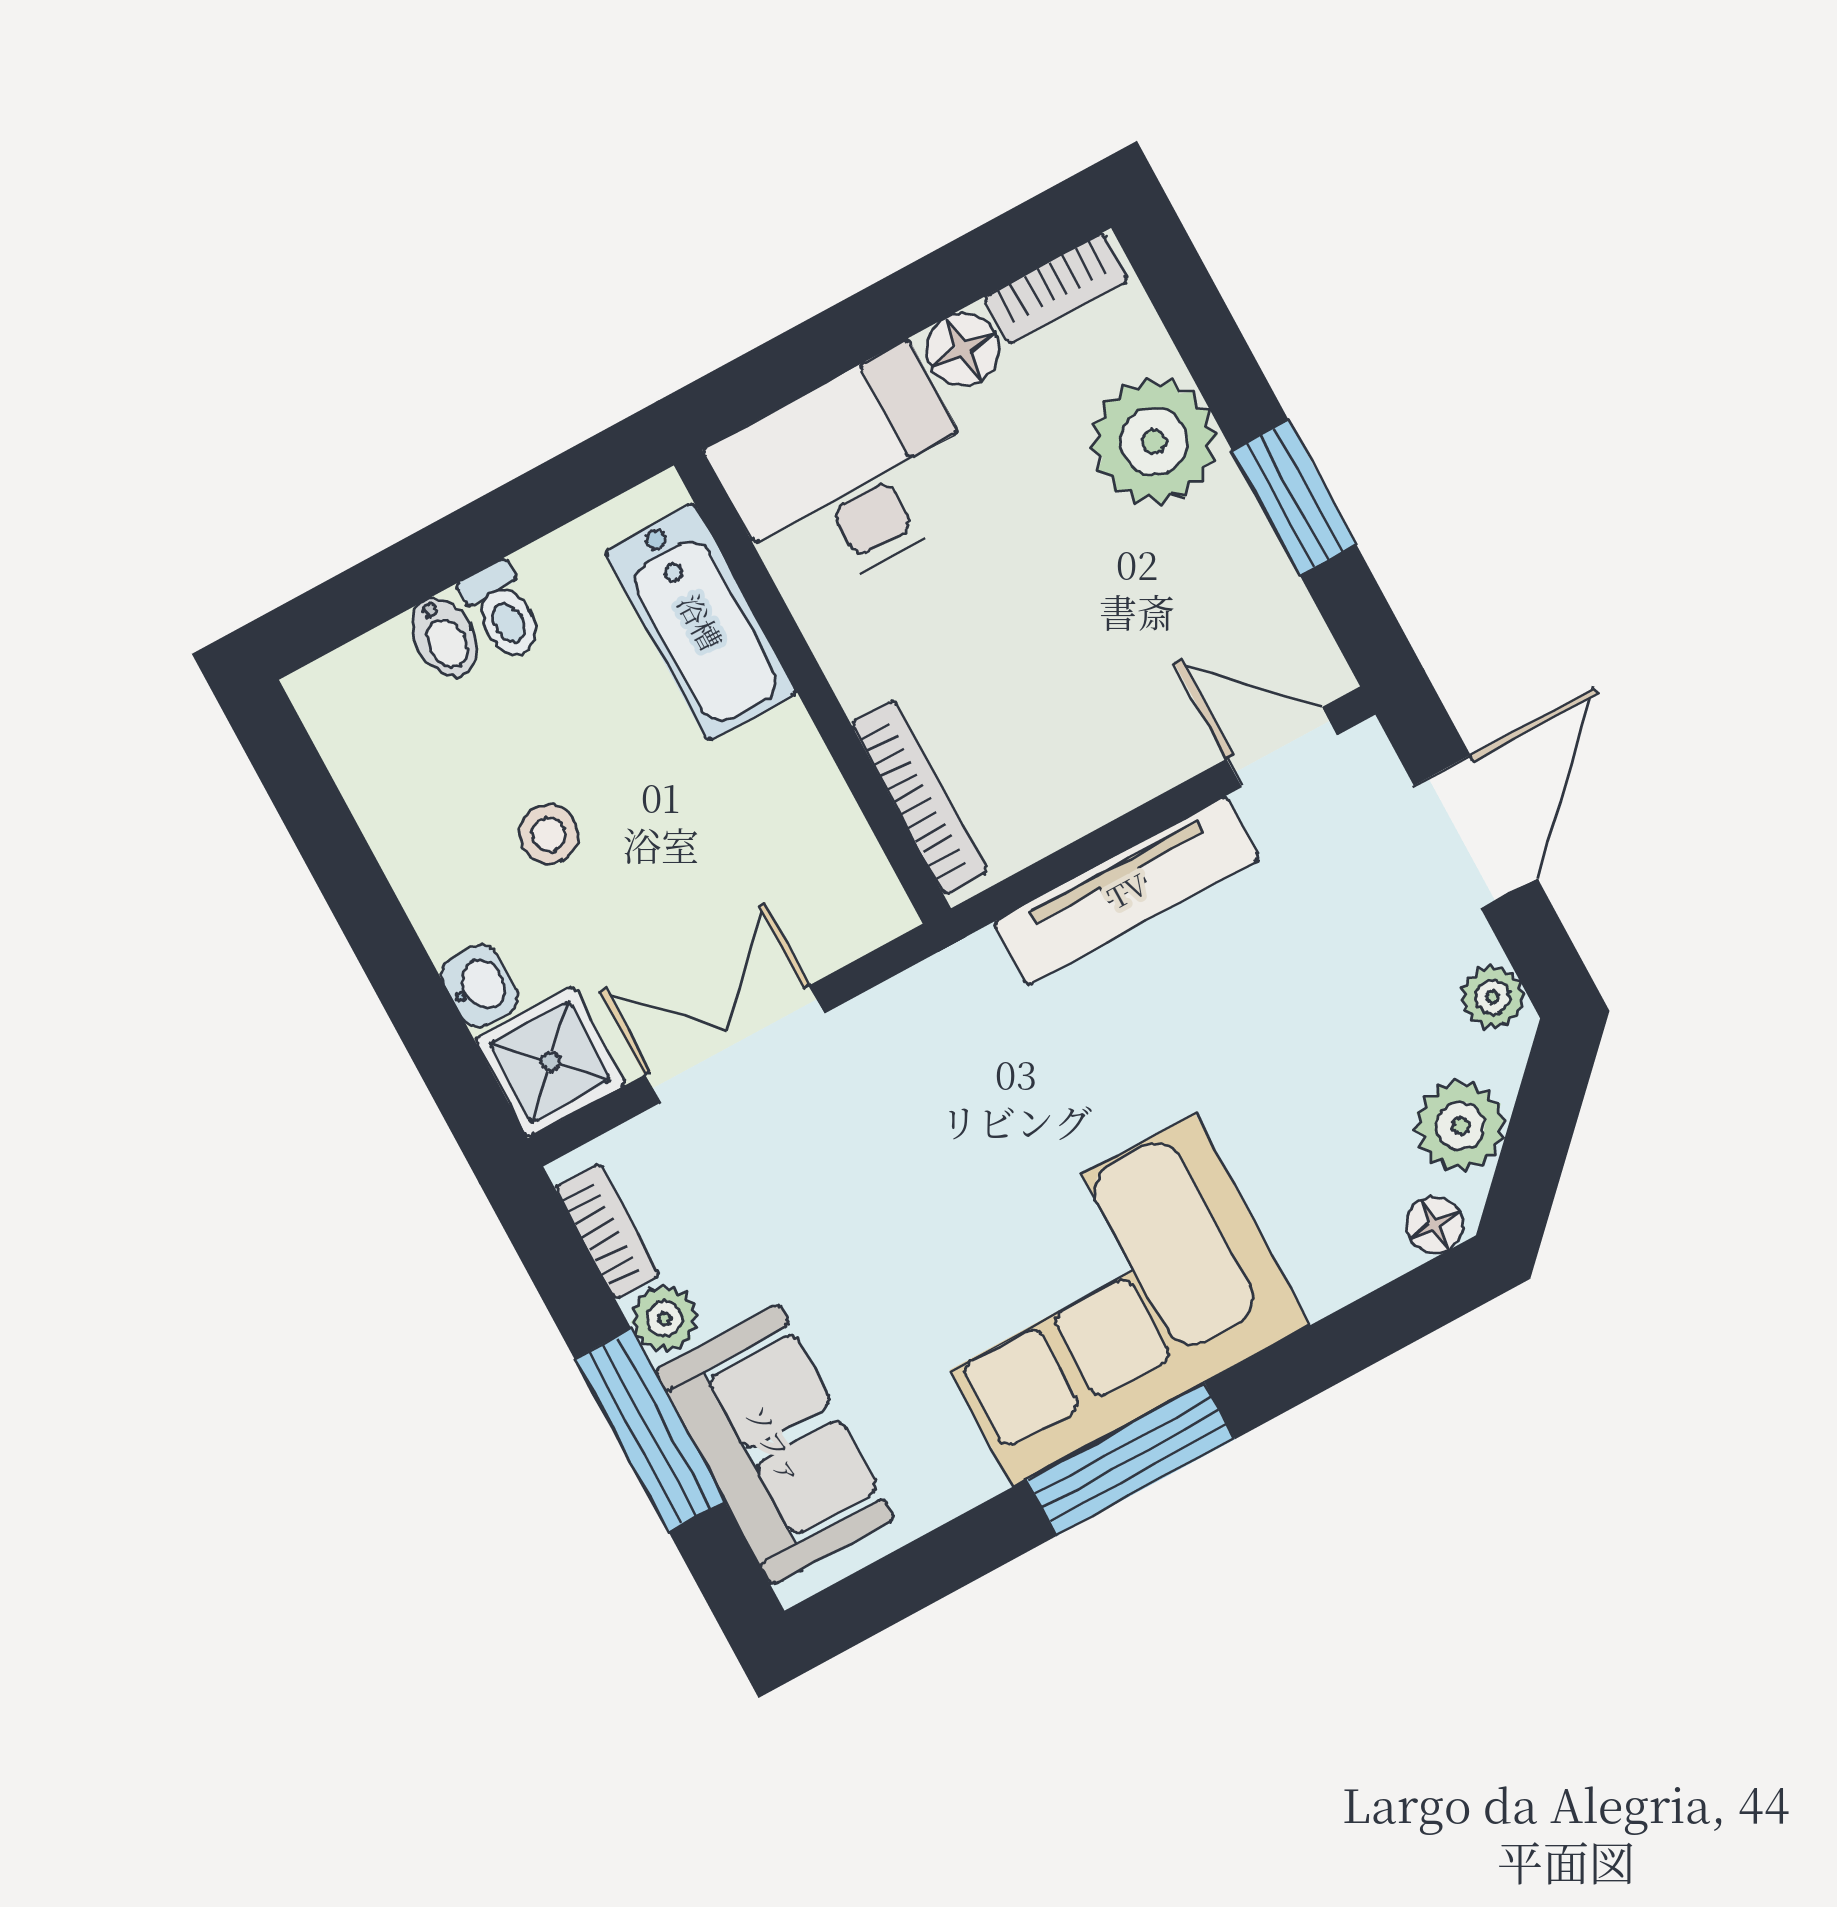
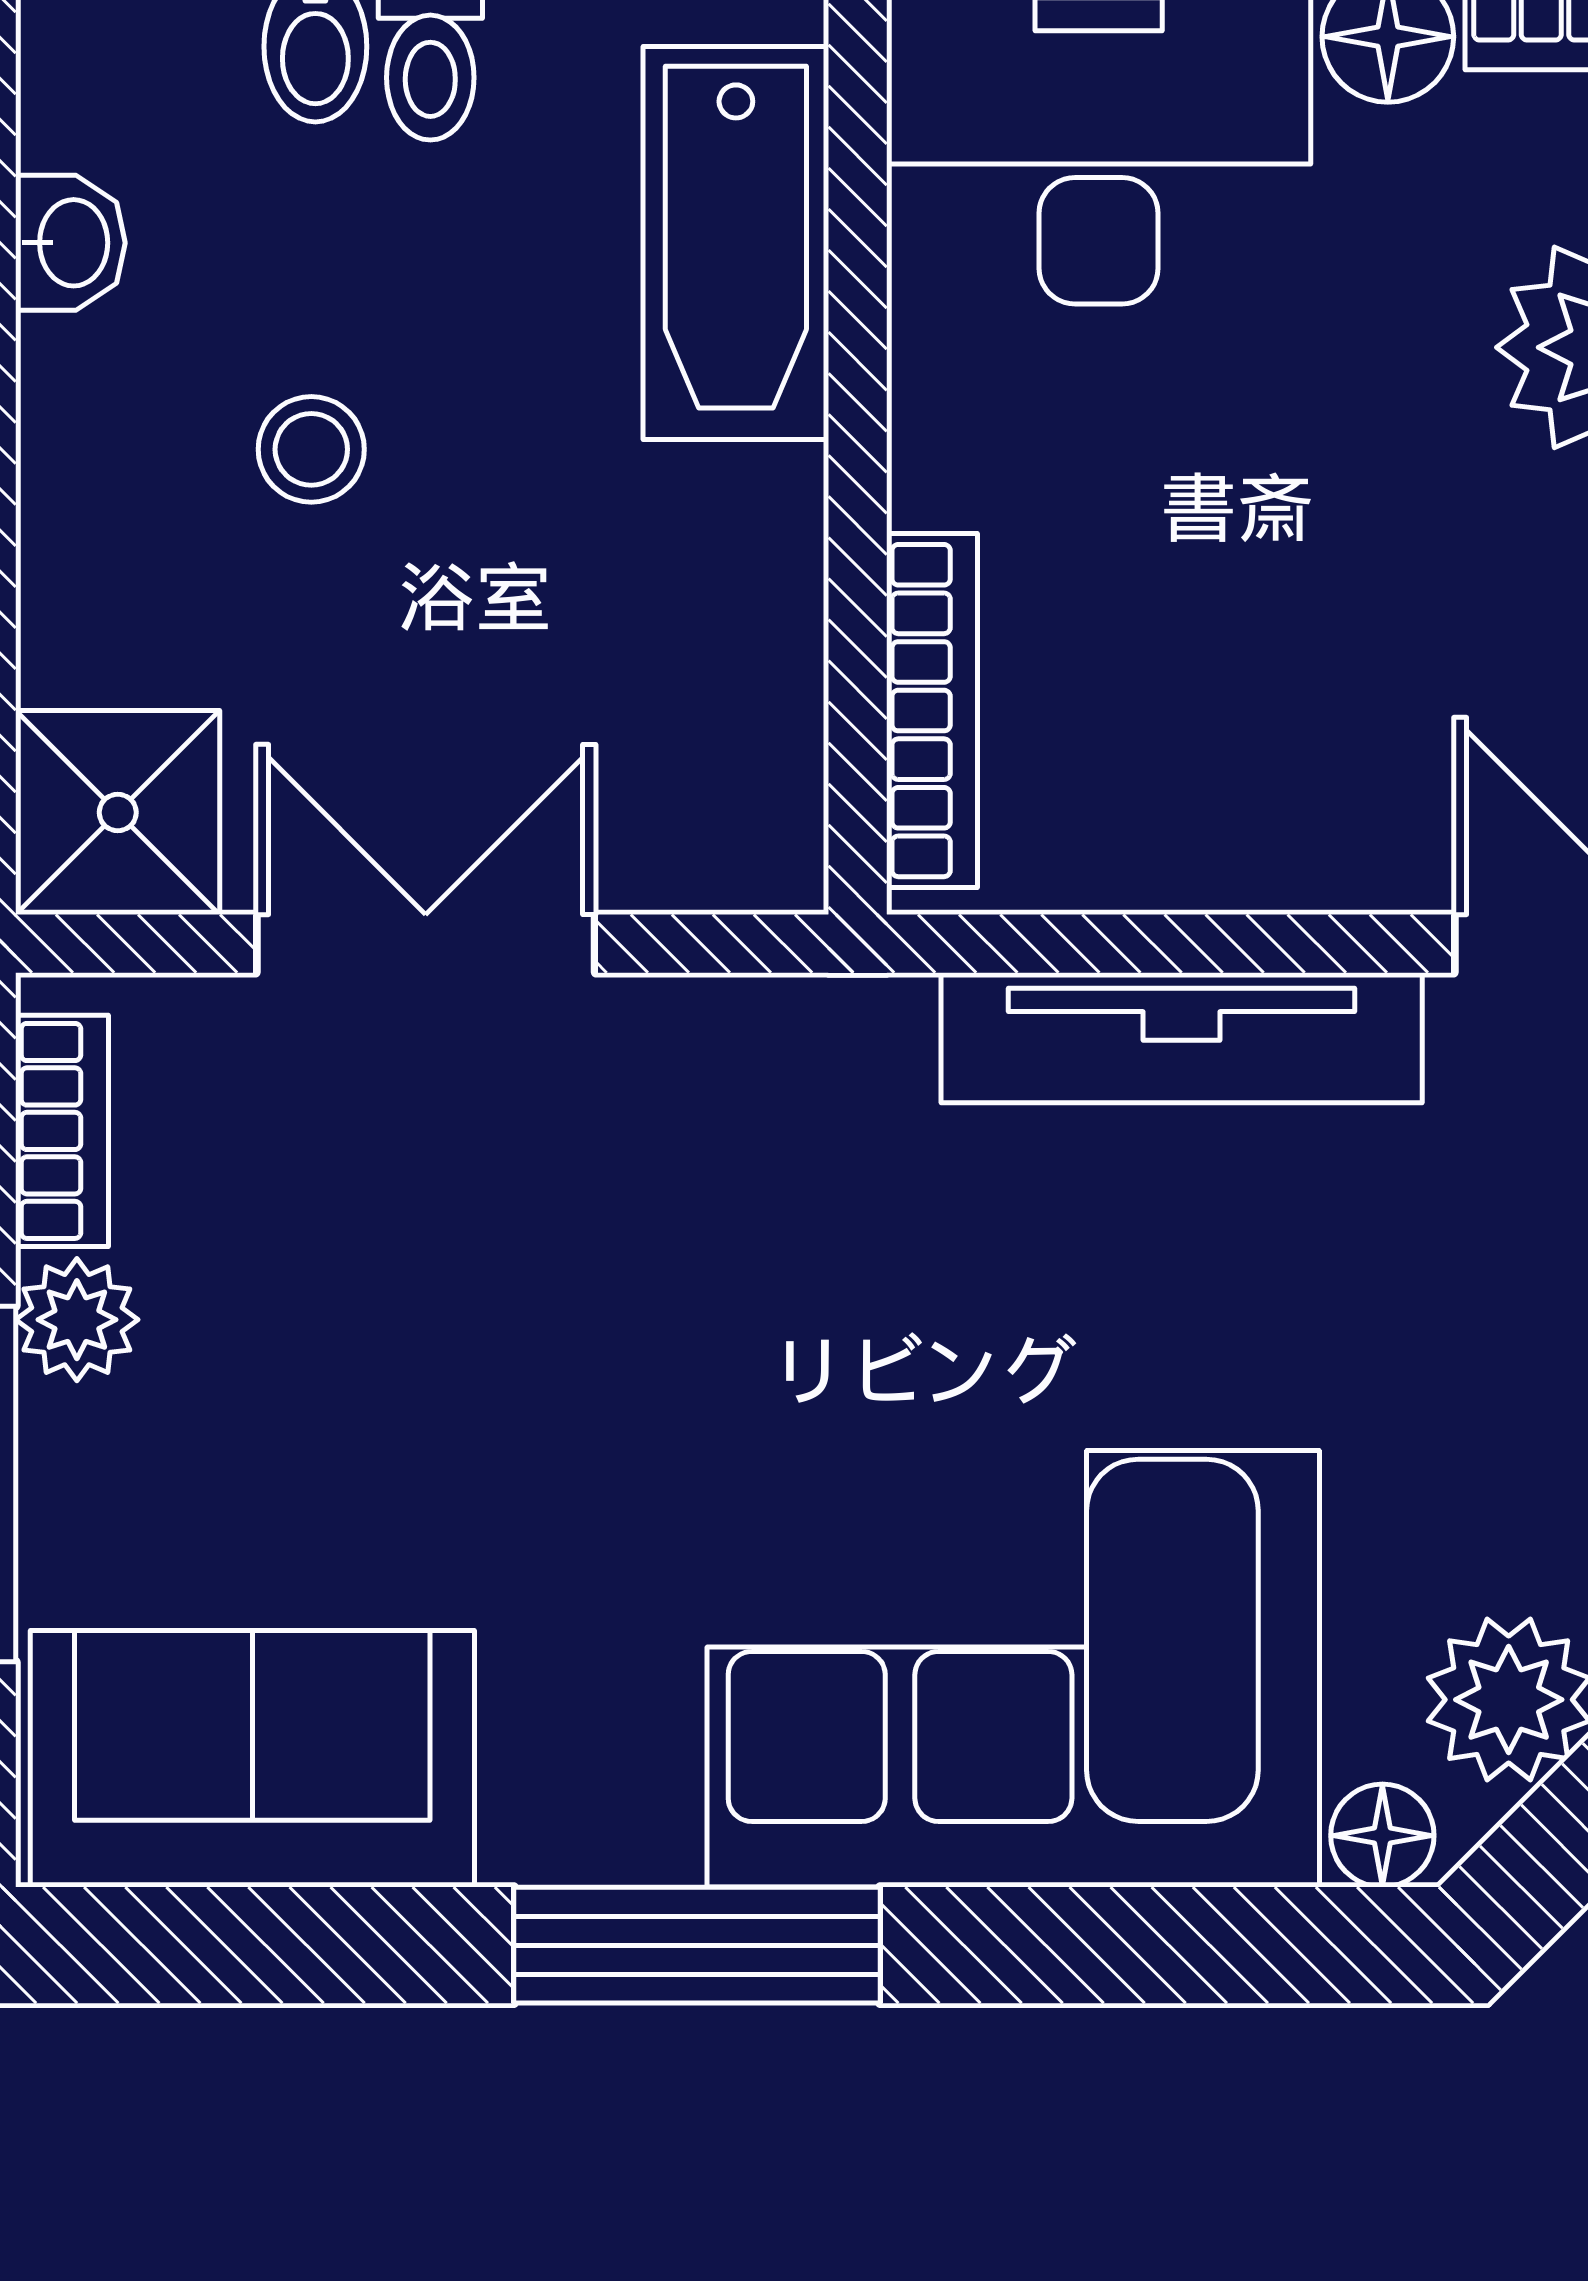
washbasin: (480, 986) -> (70, 243), moved
corner sofa: (1104, 1300) -> (1013, 1669), moved
sofa: (775, 1444) -> (252, 1759), moved, turned -90

